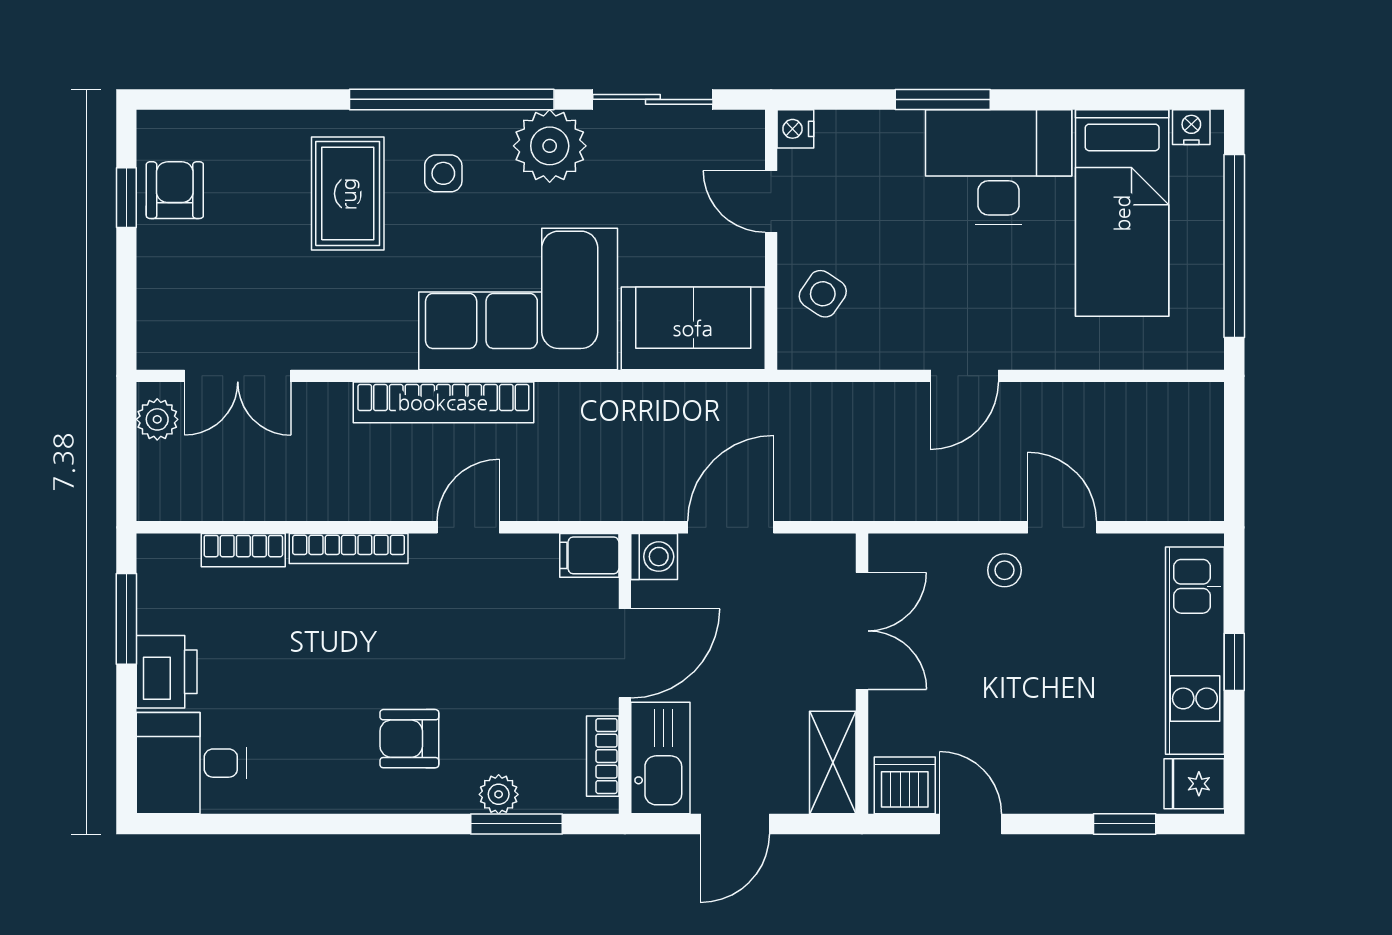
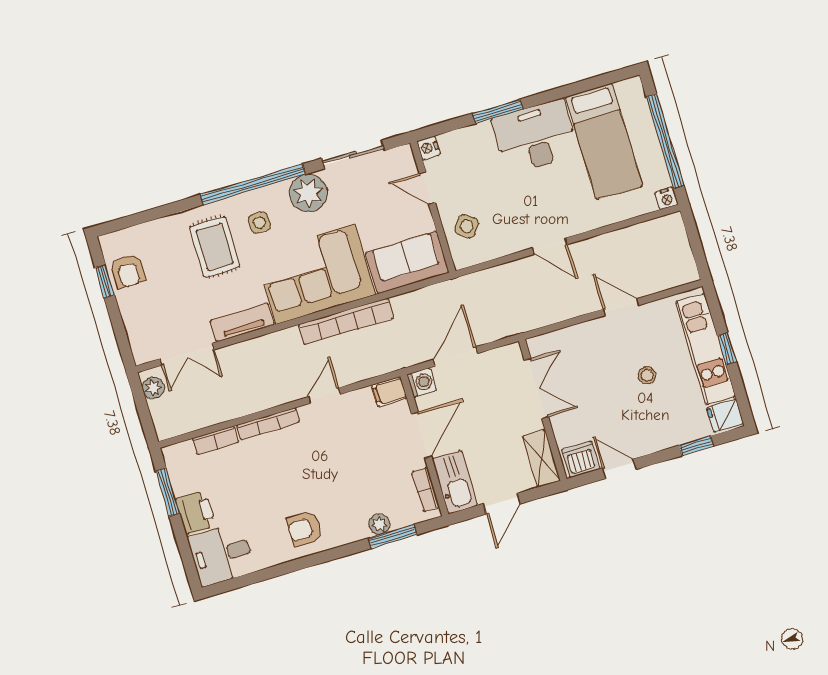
nightstand: (1191, 127) -> (666, 198), moved, turned 180
armchair: (175, 190) -> (128, 271), turned 180
tv unit: (357, 348) -> (242, 322), added
door: (965, 376) -> (550, 246), hinge flipped
bookcase: (443, 402) -> (346, 321), moved
stool: (1005, 570) -> (647, 375), moved
armchair: (409, 739) -> (305, 529), moved

